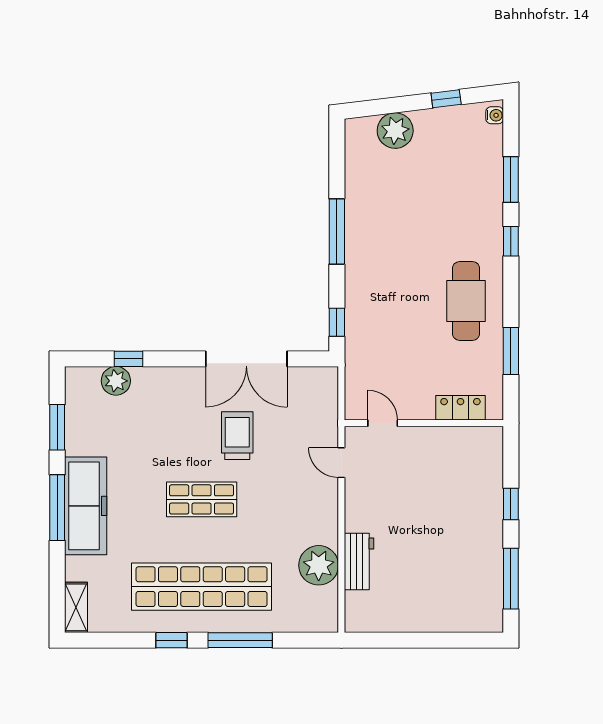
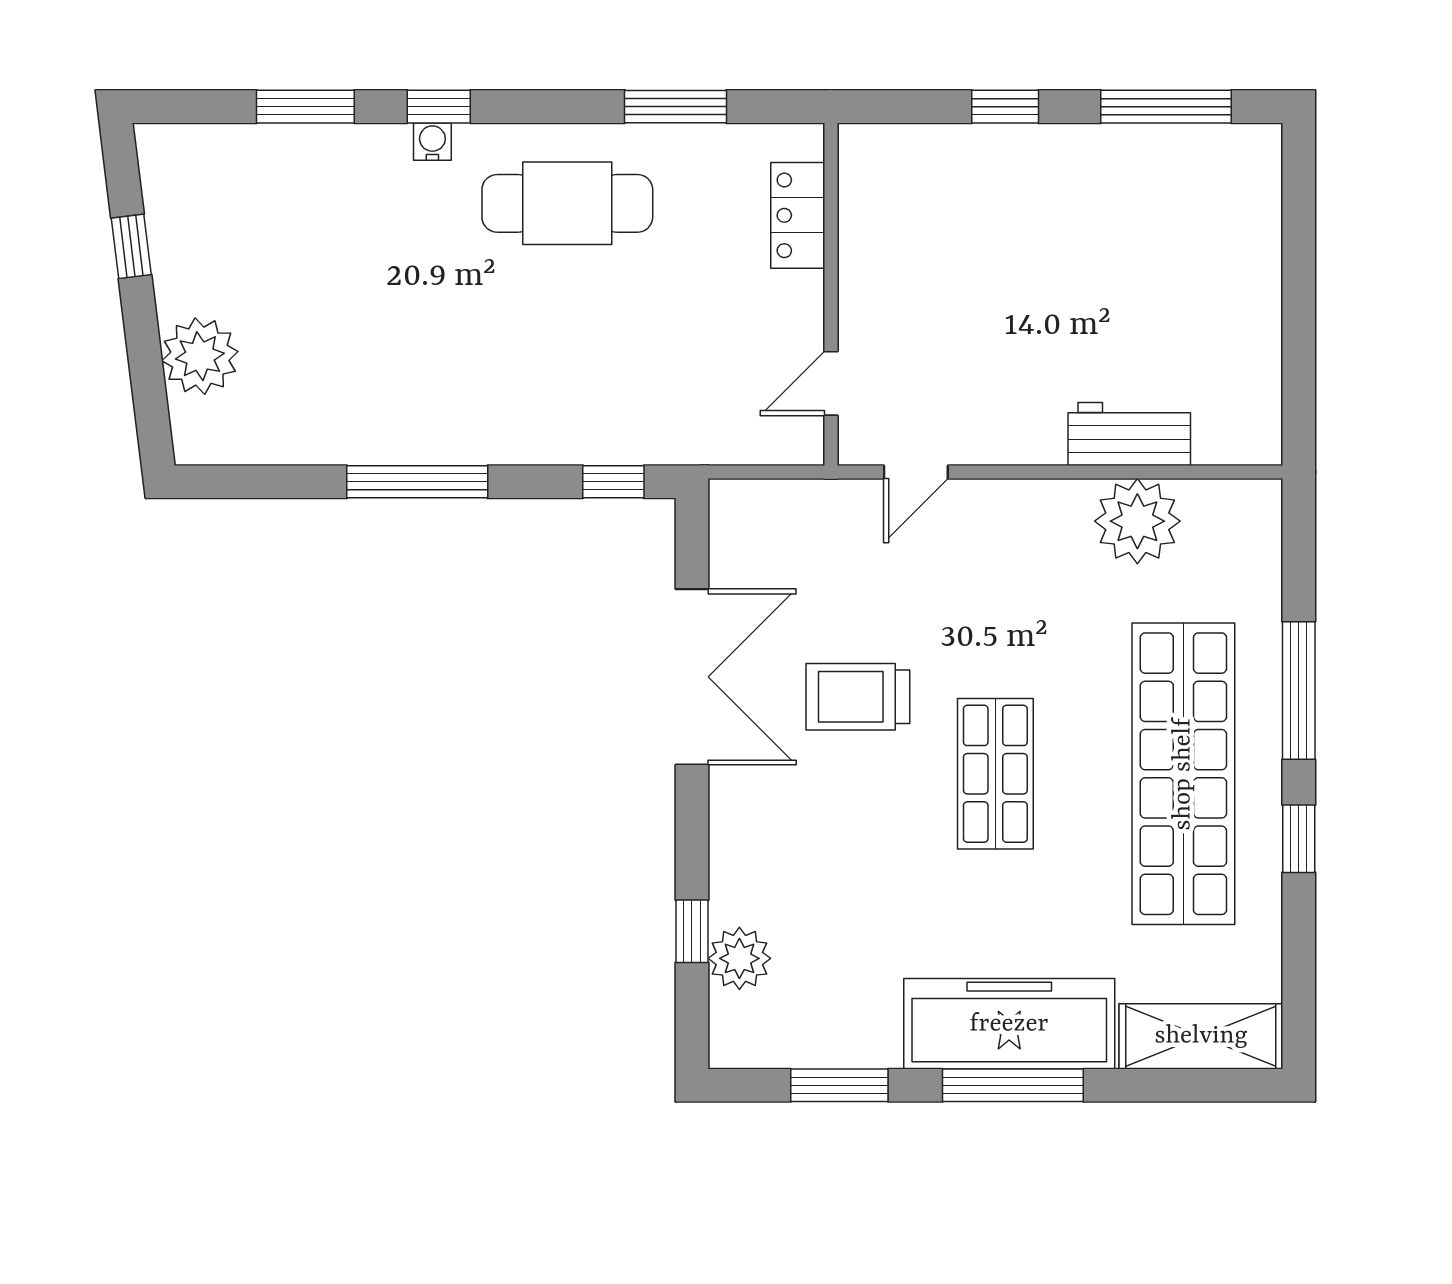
water cooler: (495, 115) -> (432, 142), moved
shelving: (76, 607) -> (1201, 1036), width x1.50, depth x1.33

